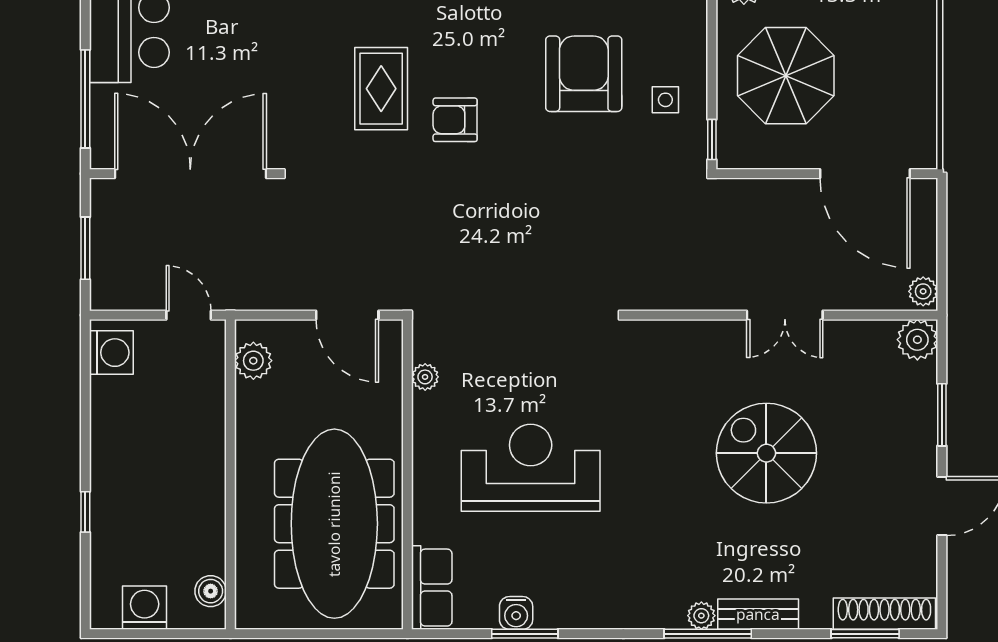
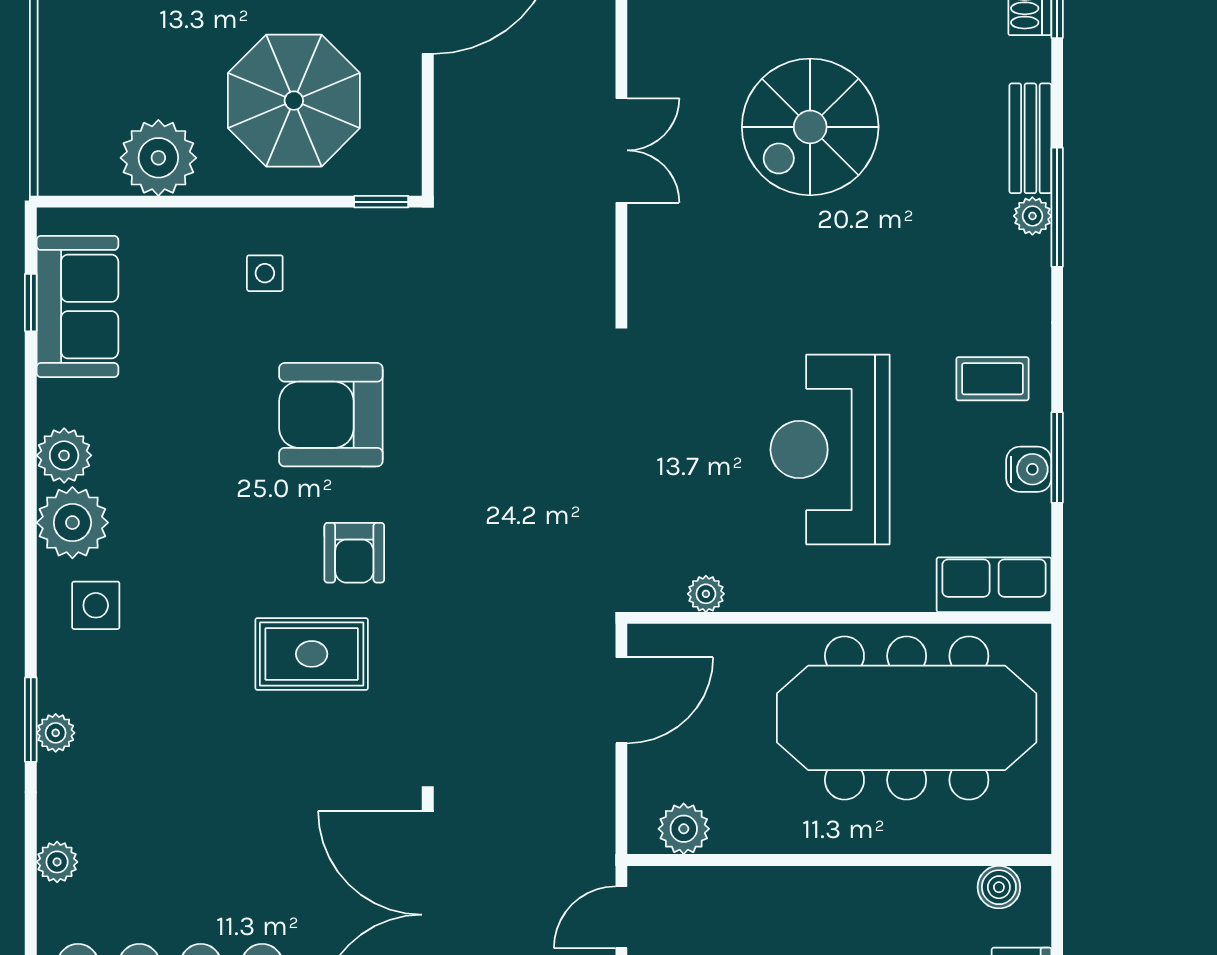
armchair: (584, 74) -> (331, 415), moved
side table: (665, 100) -> (265, 273), moved
double door: (785, 315) -> (621, 150), moved
coffee table: (582, 586) -> (992, 379), added

